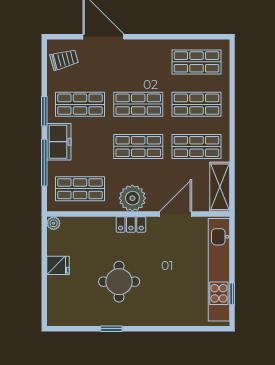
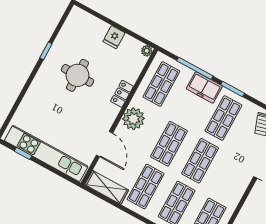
locker: (131, 224) -> (122, 94), moved

